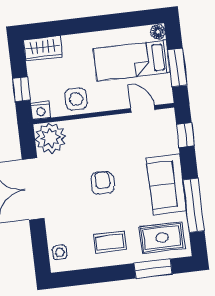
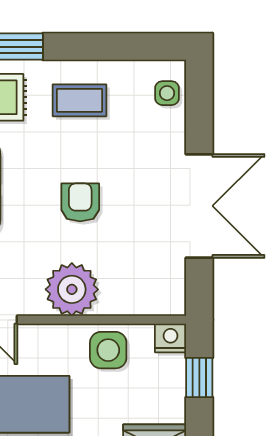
plant: (50, 138) -> (72, 289), moved
armchair: (103, 183) -> (80, 202), turned 180

